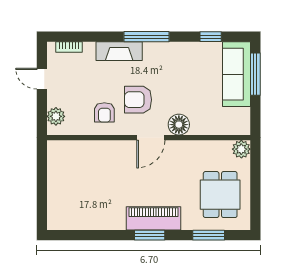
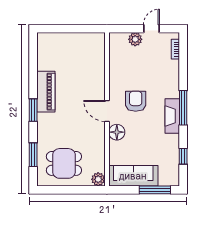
fireplace: (119, 51) -> (172, 116), moved
sofa: (237, 74) -> (133, 176), moved
armchair: (104, 112) -> (126, 76), removed
plant: (56, 116) -> (135, 39), moved
piano: (153, 218) -> (46, 92), moved

